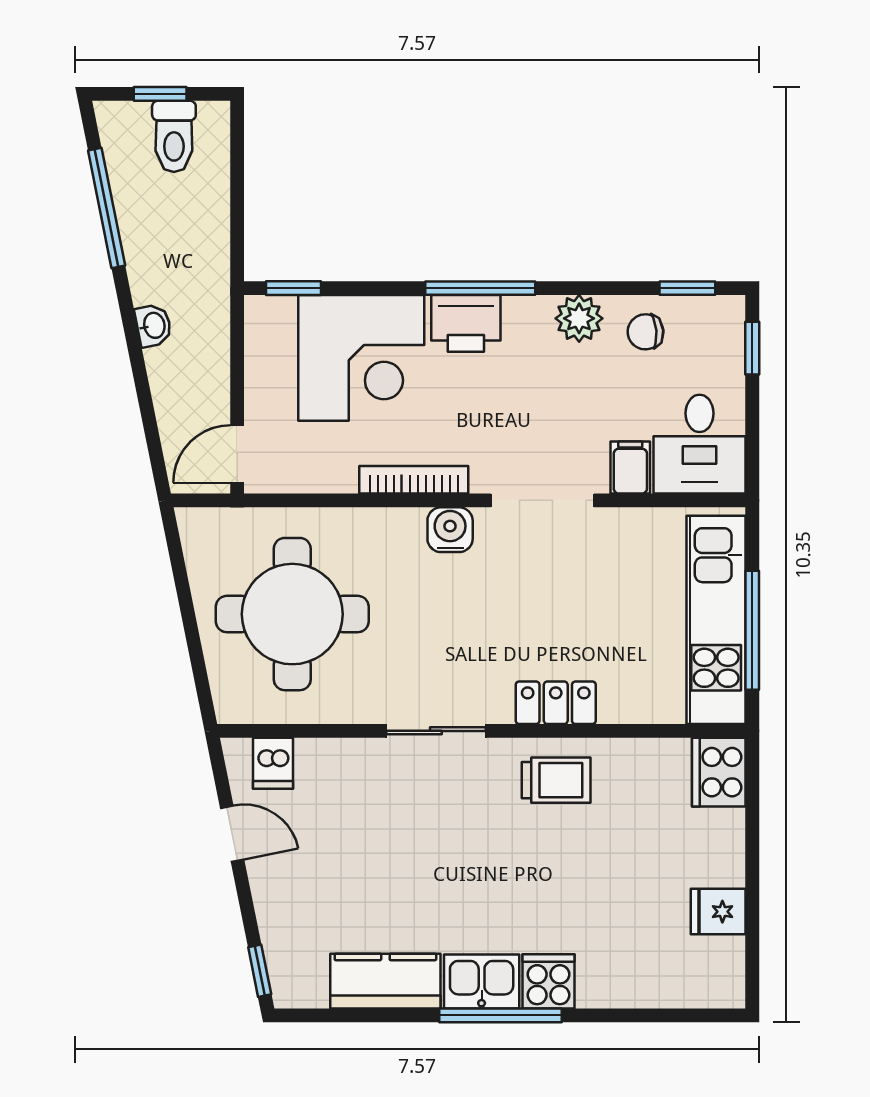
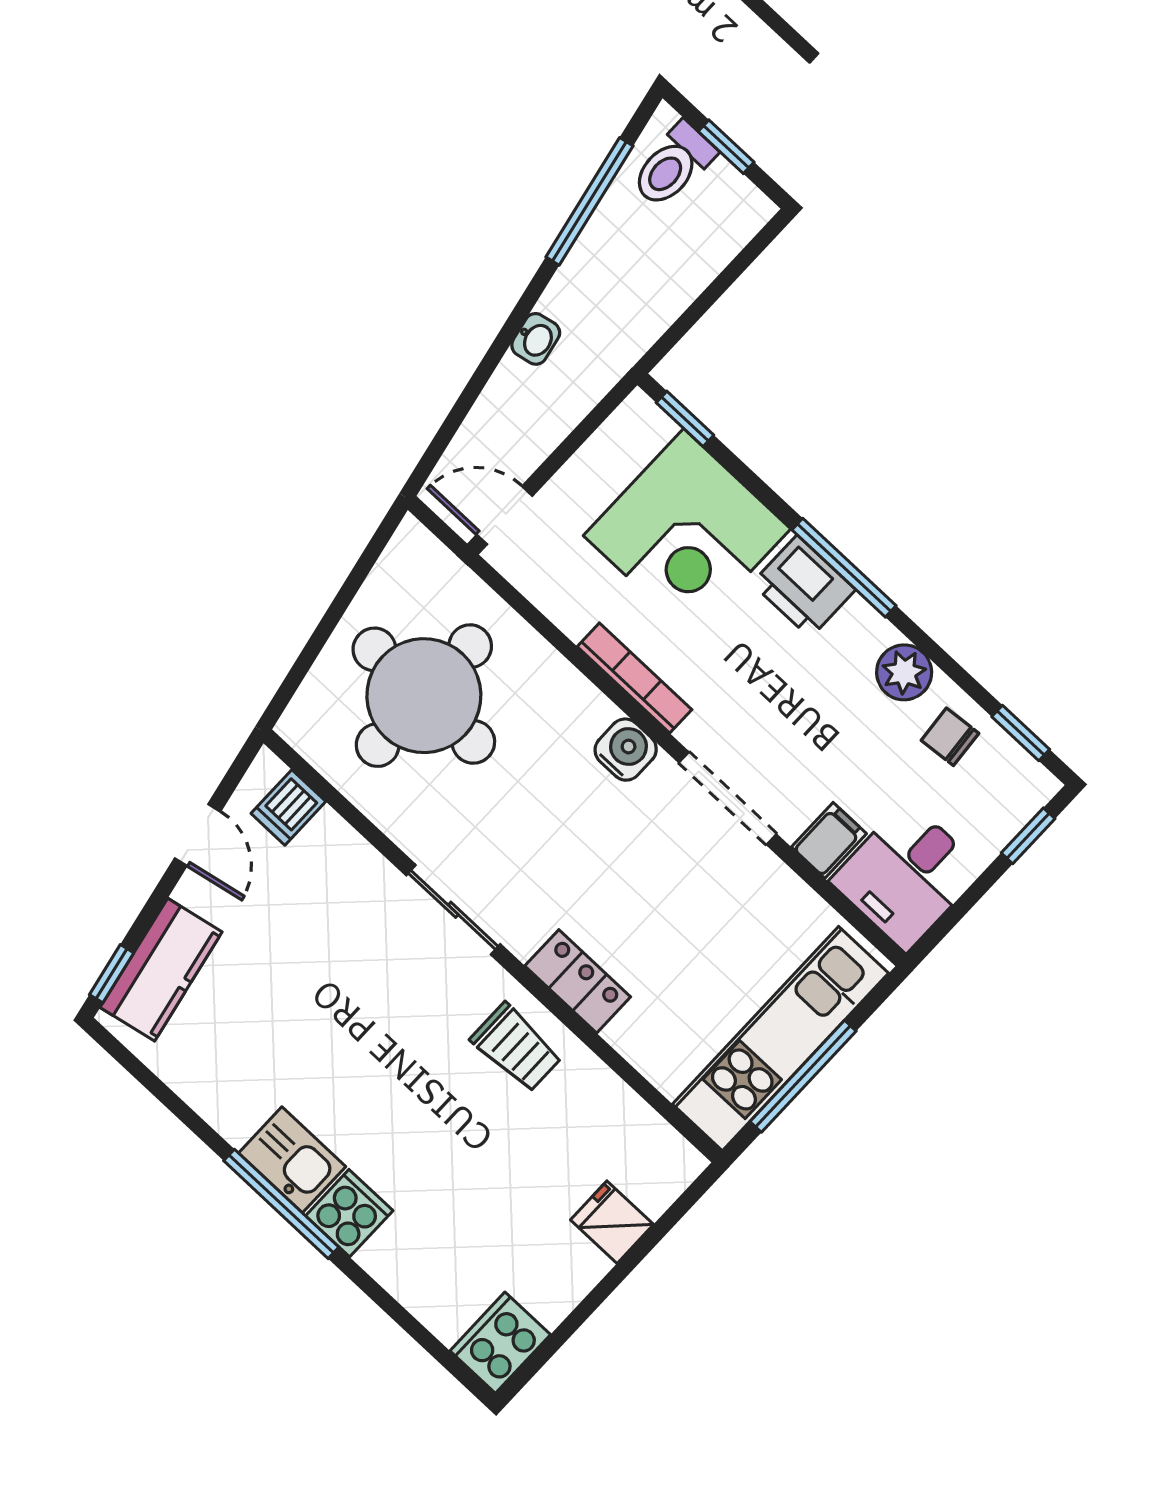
toilet: (174, 136) -> (673, 165), moved
cooker: (719, 772) -> (500, 1343), moved
fridge: (718, 912) -> (612, 1222), moved
kitchen counter: (385, 981) -> (161, 970), moved, turned 79

